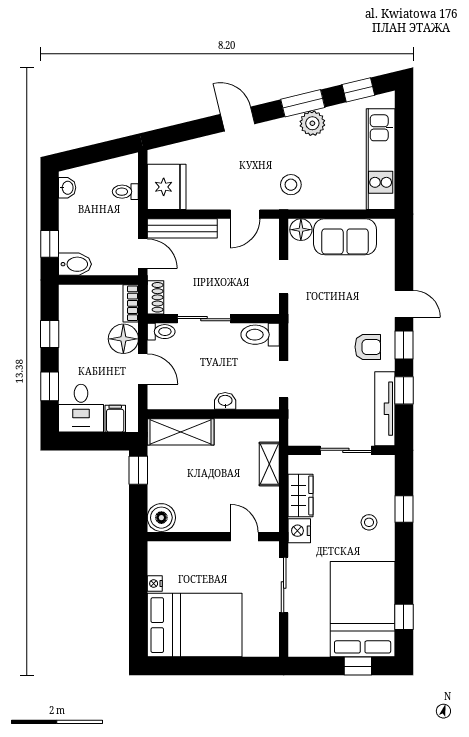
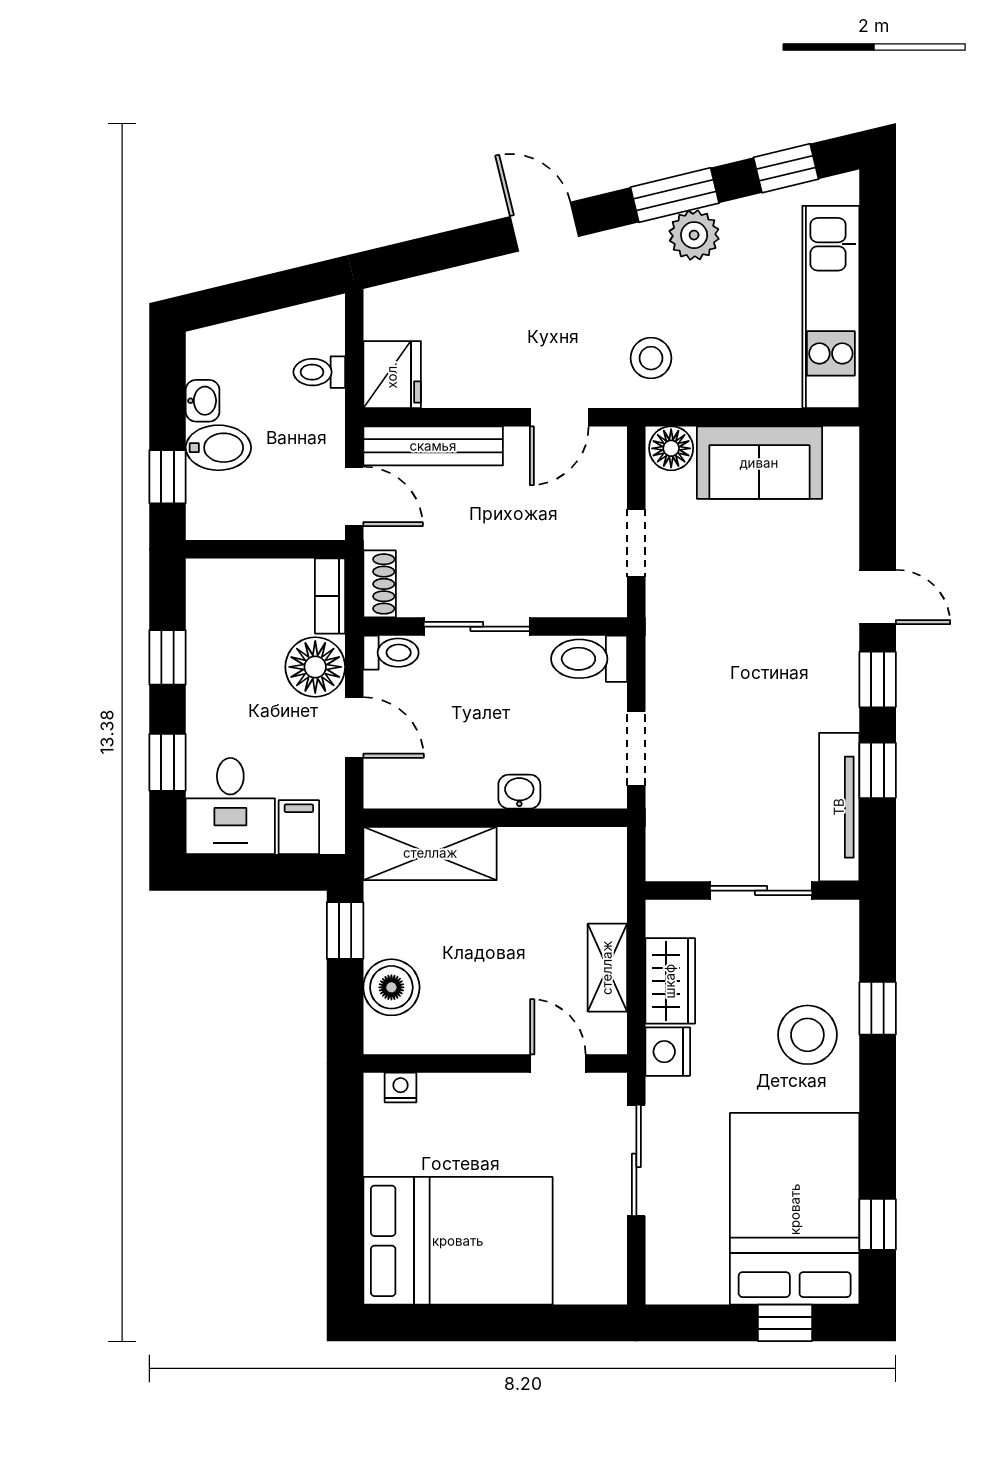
fridge: (167, 187) -> (392, 375), width x0.73, depth x0.75
washbasin: (67, 188) -> (203, 401), moved
bidet: (75, 264) -> (218, 448), moved
armchair: (368, 347) -> (805, 683), removed
shelving: (269, 464) -> (607, 968), moved
boiler: (161, 518) -> (391, 987), moved
stool: (369, 522) -> (807, 1035), width x1.89, depth x1.89
nightstand: (155, 584) -> (401, 1088), moved, turned 90

